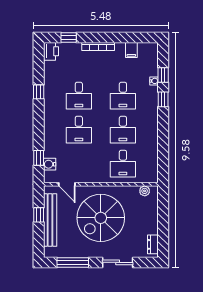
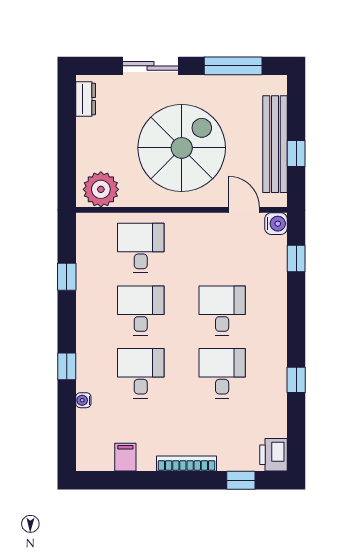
window: (163, 75) -> (67, 277), moved
water cooler: (50, 164) -> (276, 224), moved
plant: (145, 191) -> (101, 189), width x1.87, depth x1.87

